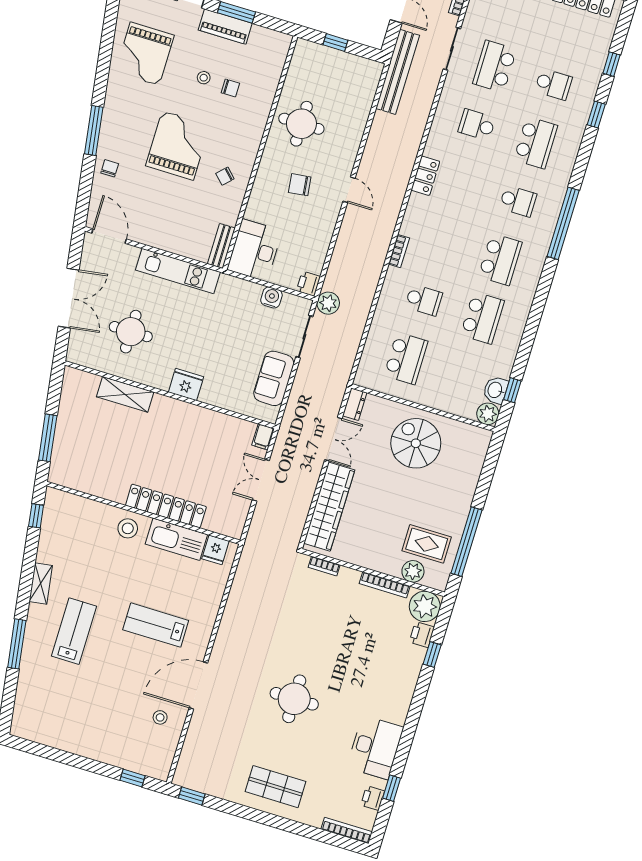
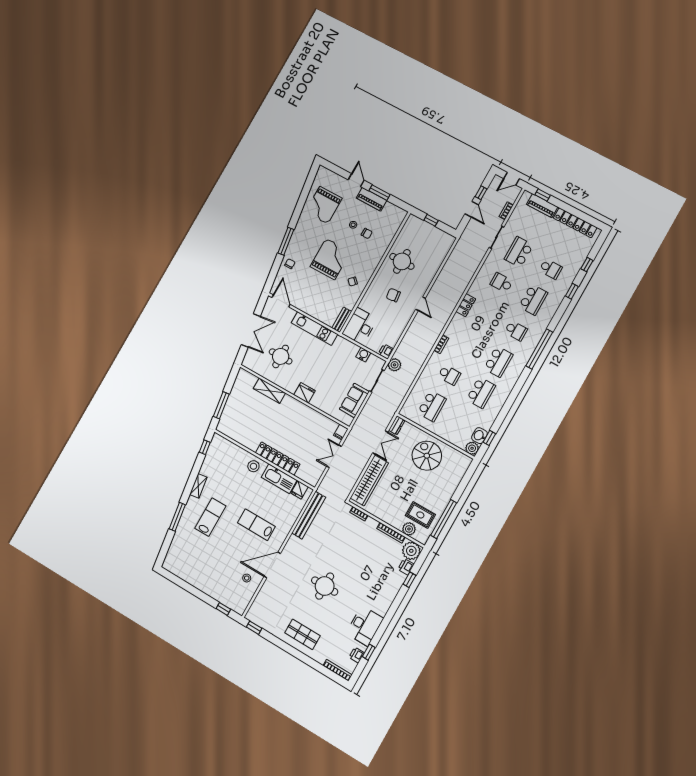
bench: (398, 72) -> (309, 515), moved

